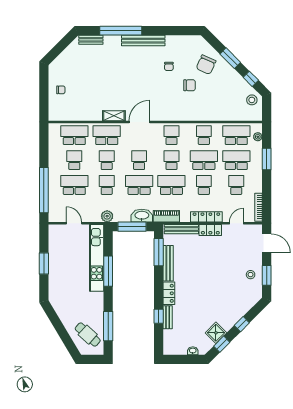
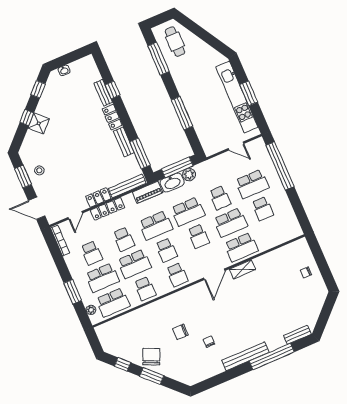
chair: (206, 65) -> (151, 357), moved
stool: (252, 100) -> (113, 344), removed
school desk: (74, 135) -> (273, 233), removed
school desk: (107, 160) -> (231, 222), width x1.85
plant: (107, 216) -> (189, 174), moved
kitchen unit: (97, 258) -> (237, 97), moved, turned 180
bench: (168, 263) -> (124, 142), width x0.73
shower: (216, 333) -> (39, 123), moved
cafe table: (88, 335) -> (175, 42), turned 48

